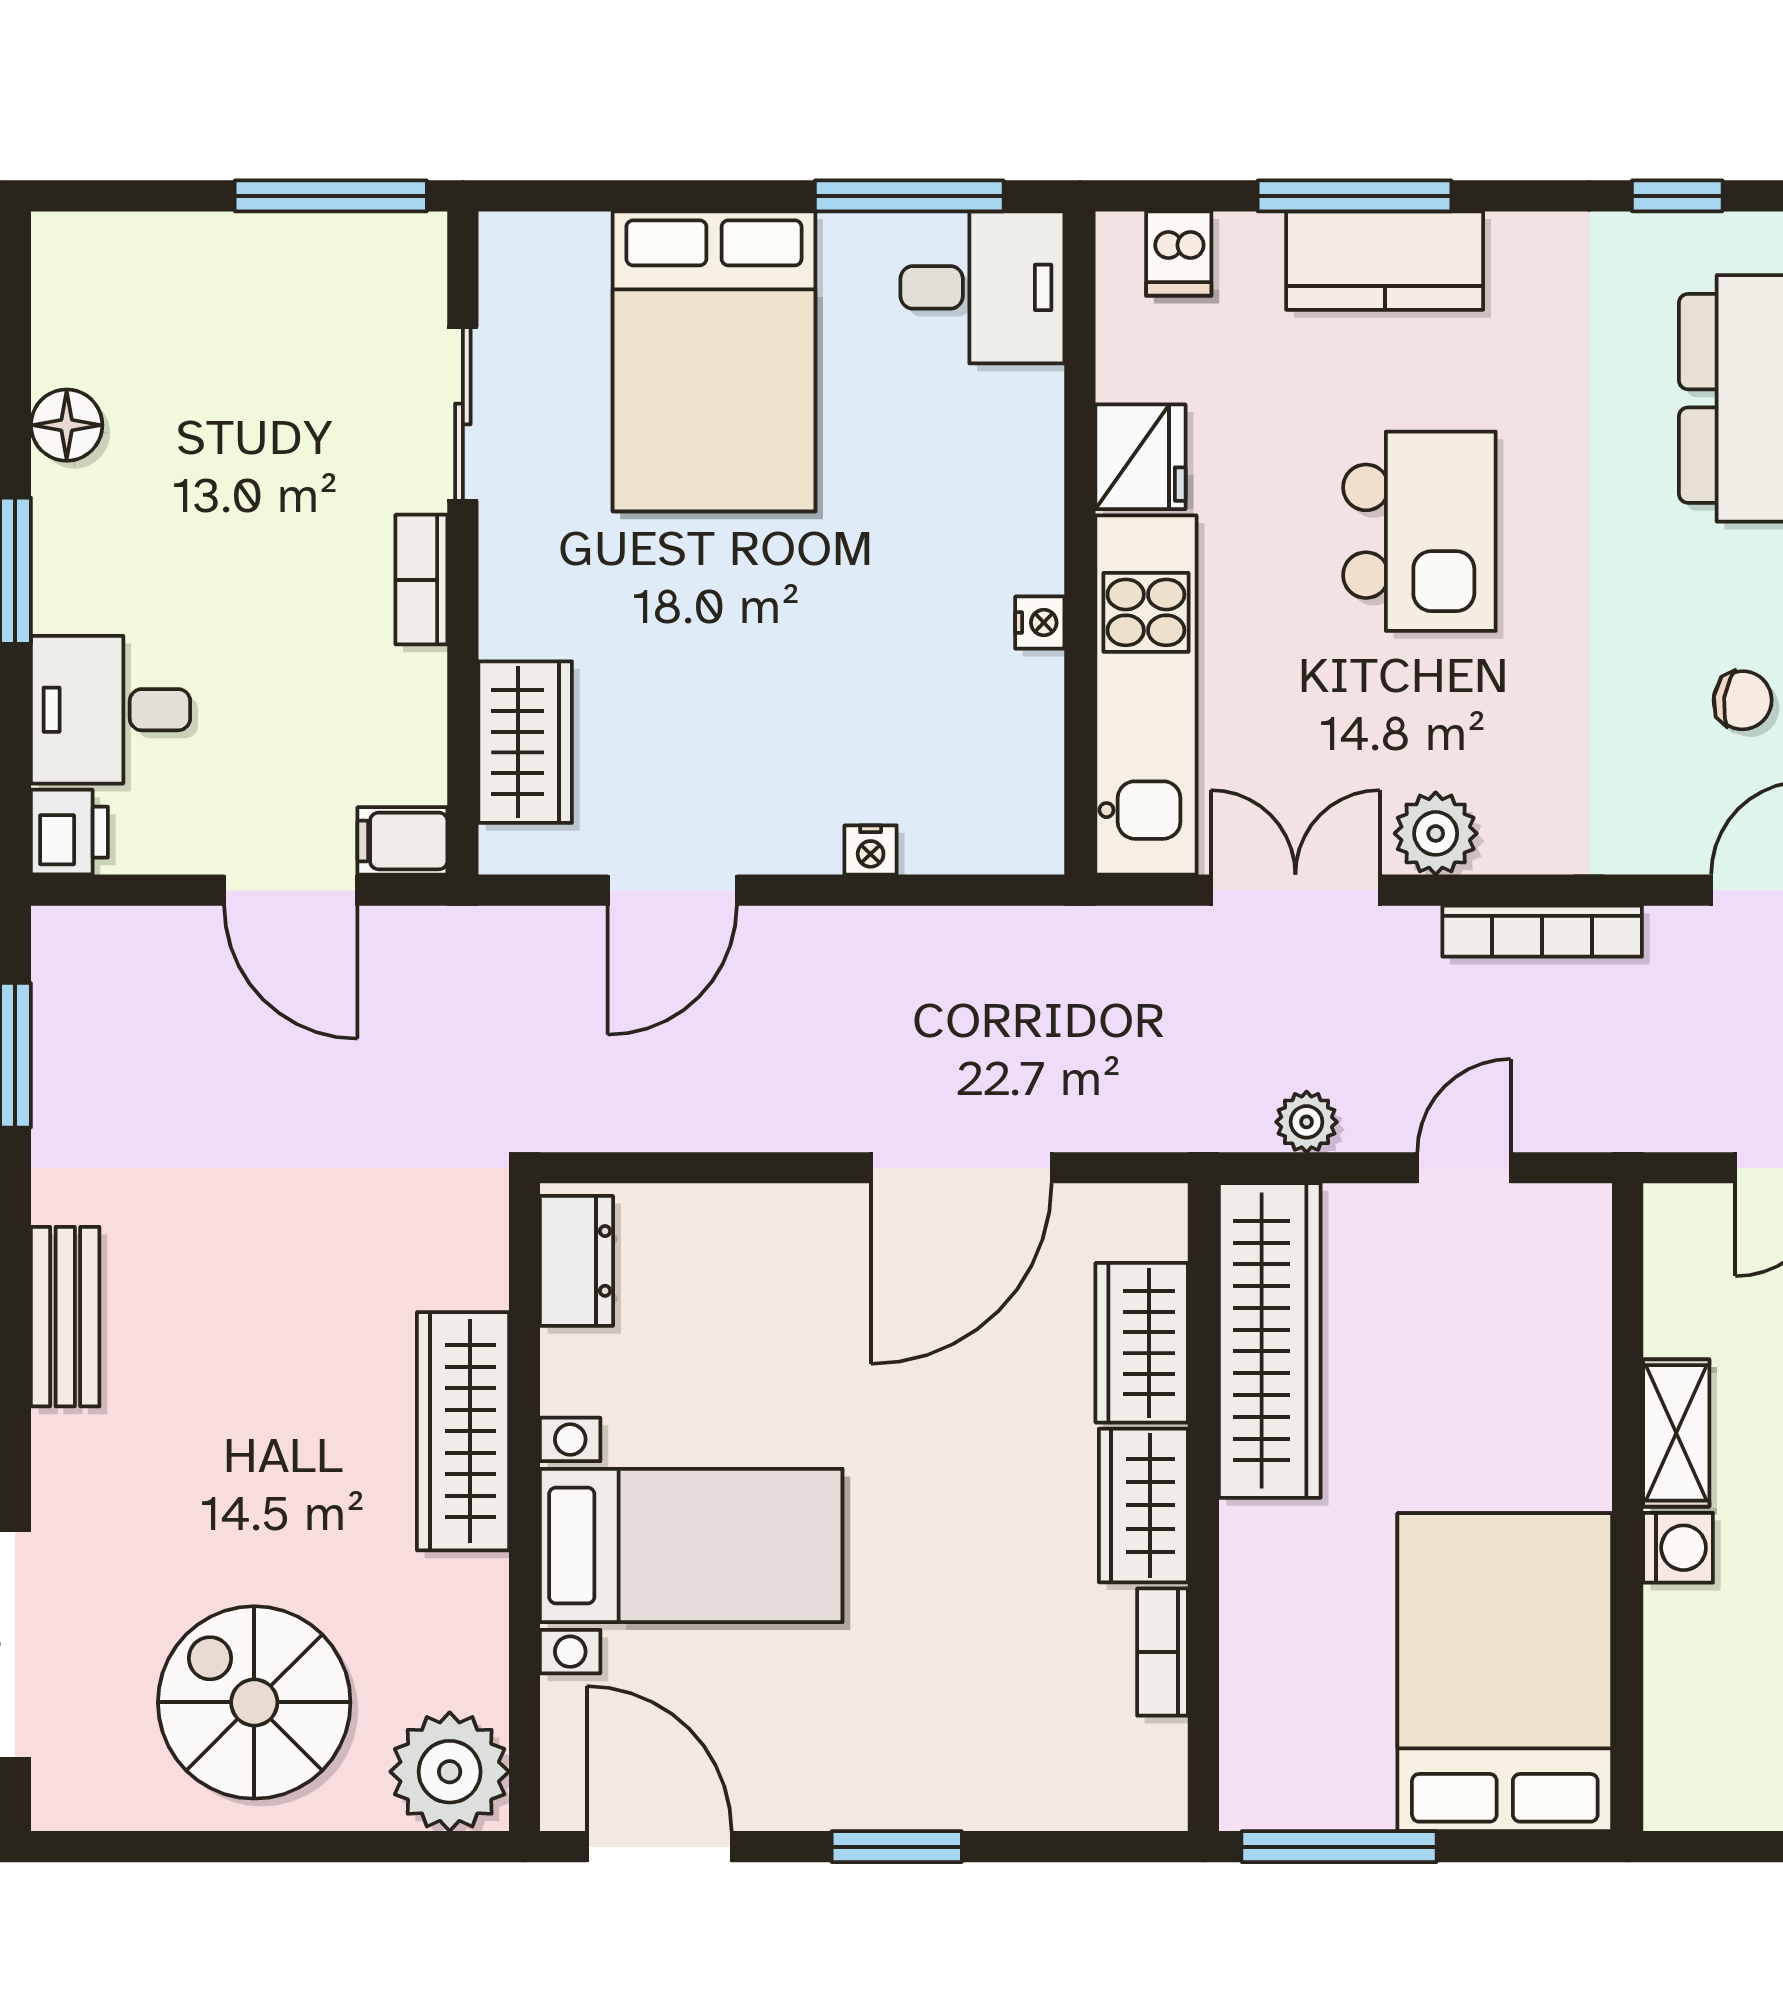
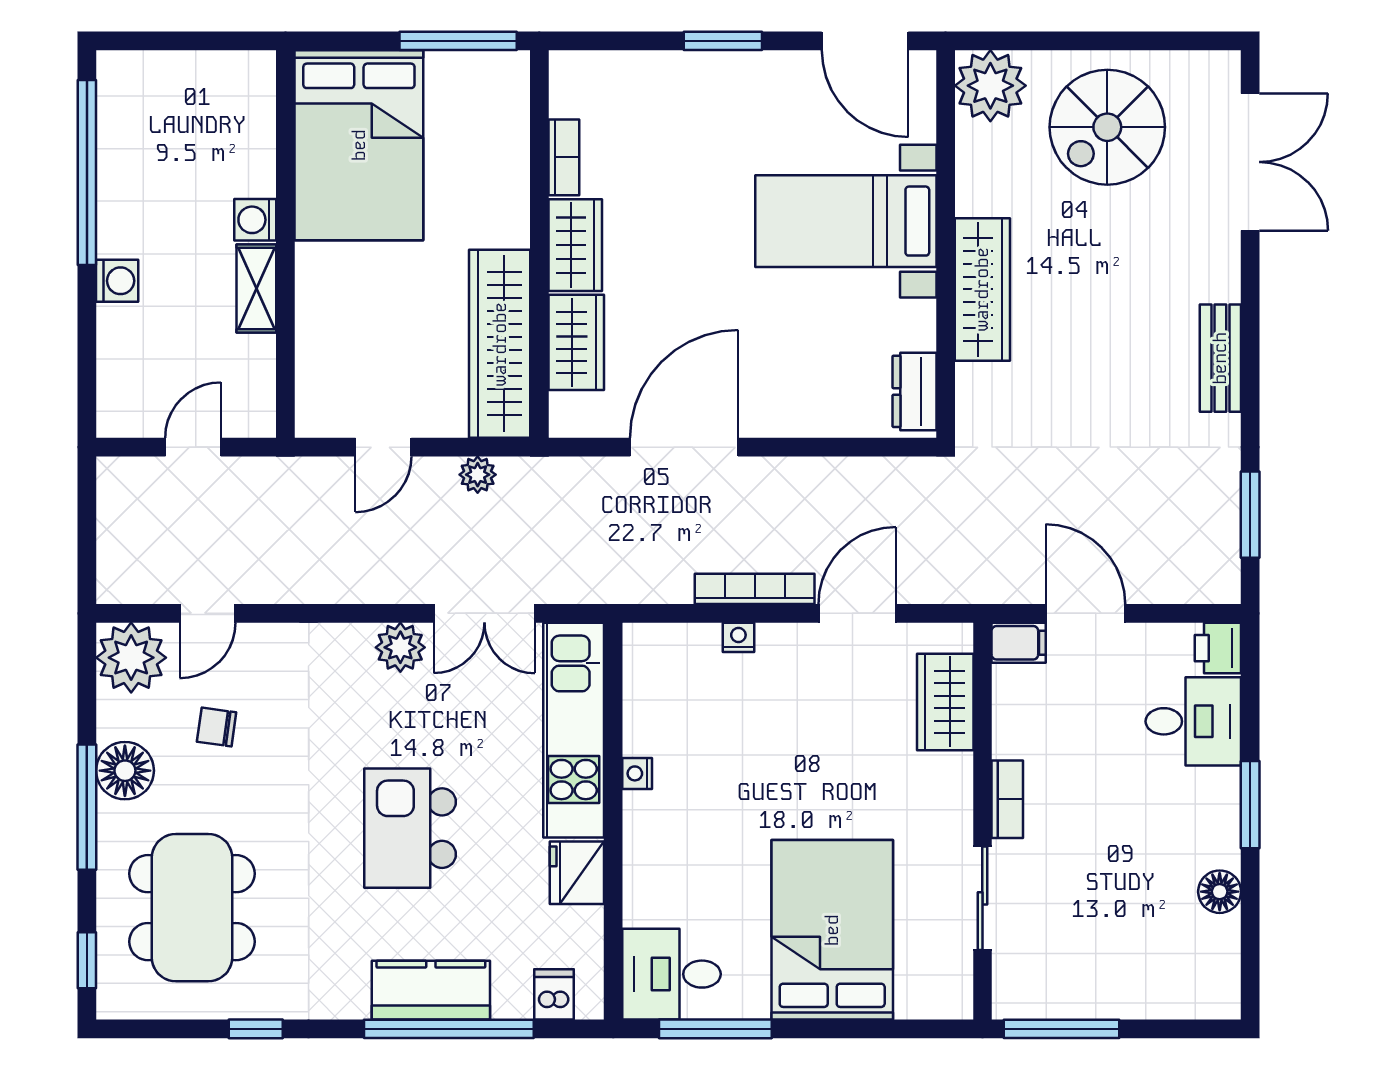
window: (1354, 196) -> (449, 1029), width x1.46
bookcase: (1542, 931) -> (755, 589), moved
spiral stairs: (254, 1702) -> (1107, 127), turned 90

